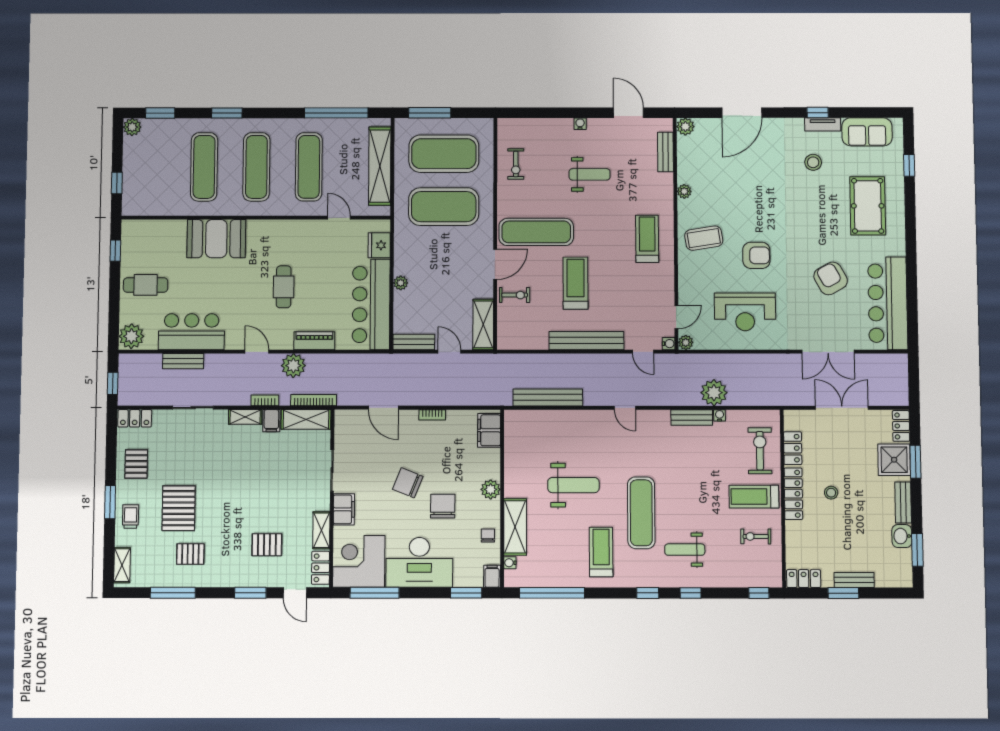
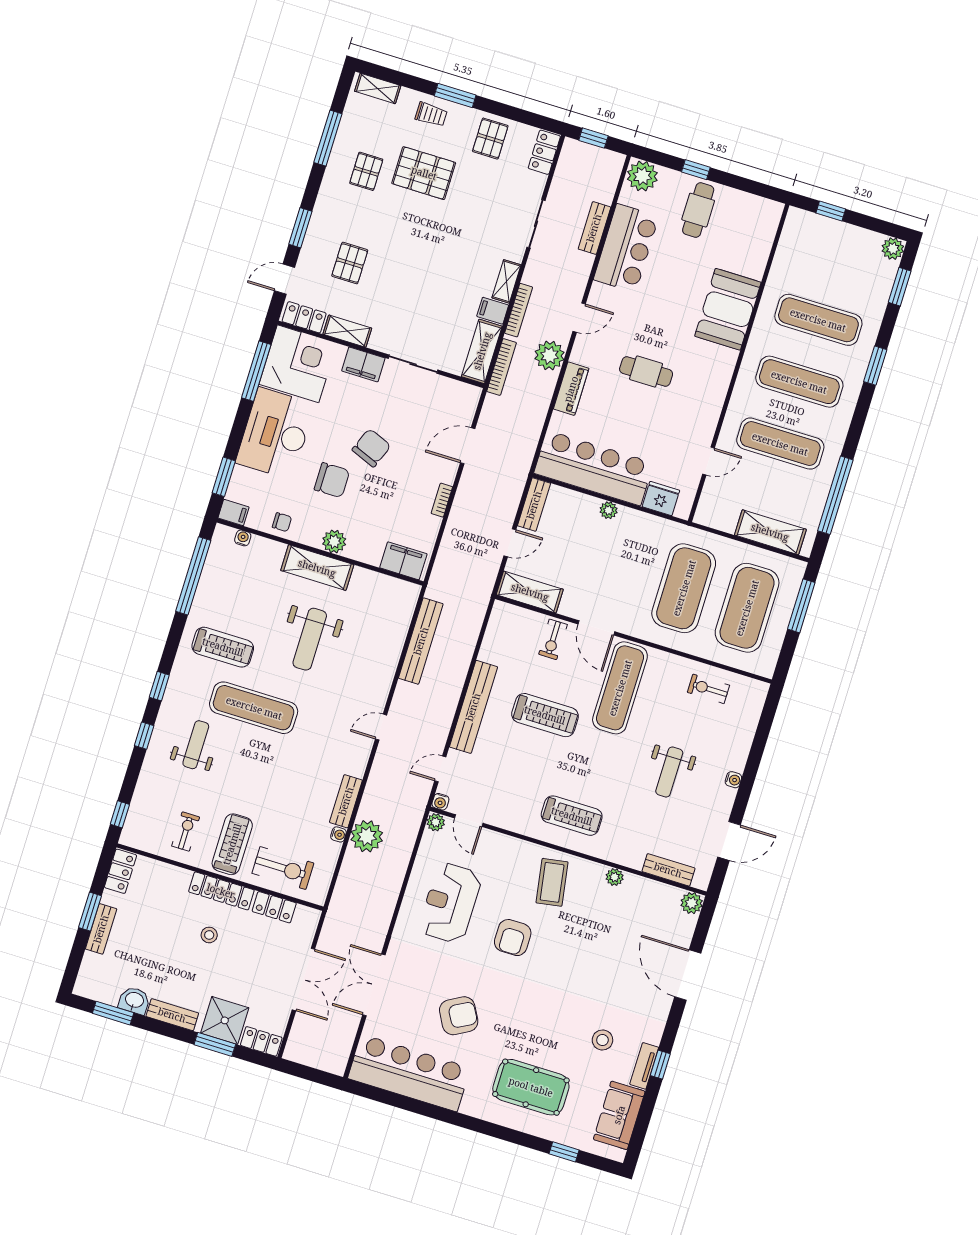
shelving: (380, 166) -> (770, 532), width x0.68
window: (115, 251) -> (696, 170), moved
bookcase: (265, 400) -> (519, 310), width x1.56
pallet: (136, 464) -> (490, 139), turned 90
shelving: (515, 527) -> (317, 568), moved

